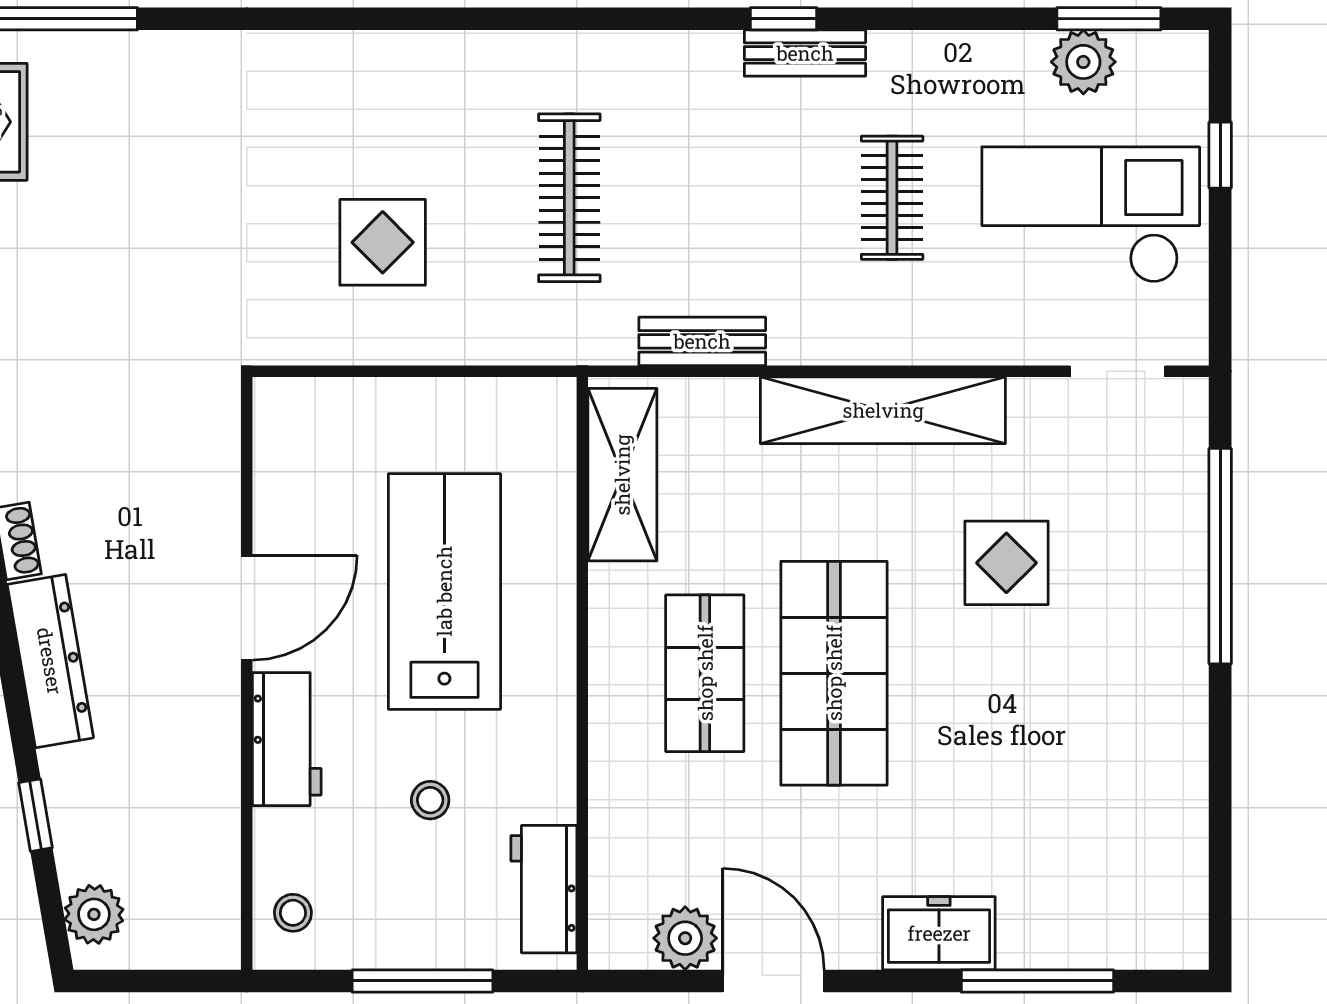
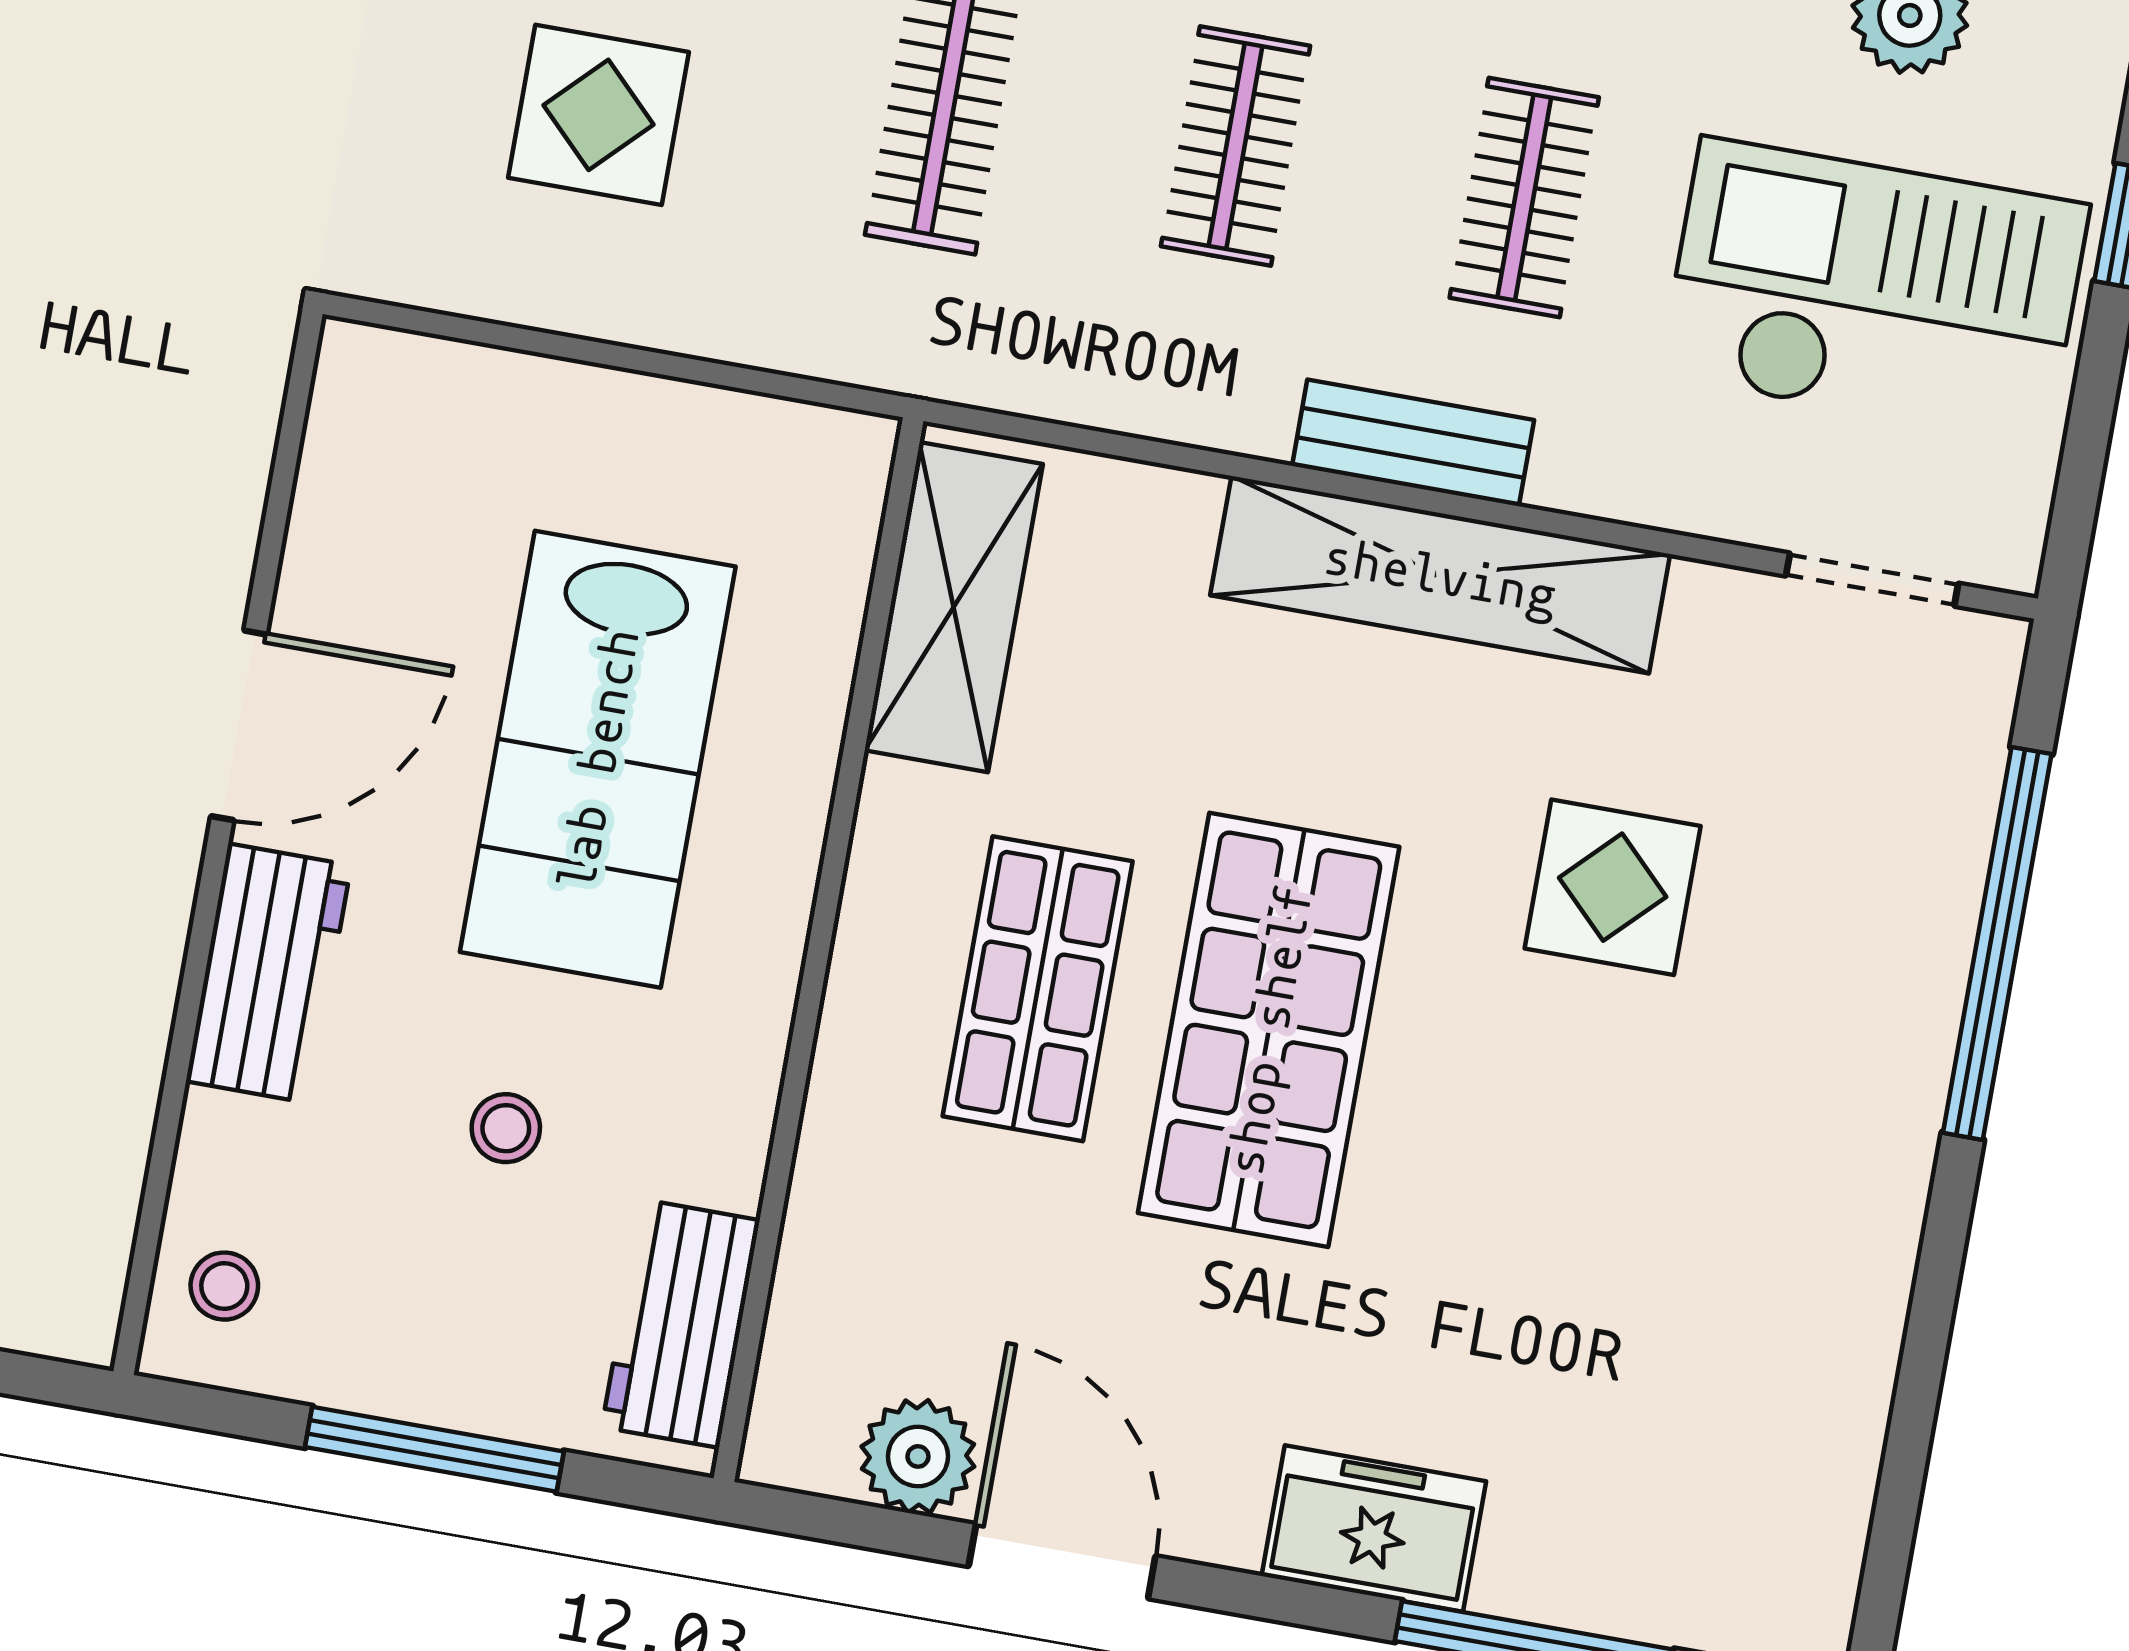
clothes rail: (731, 198) -> (1235, 146), added
bench: (702, 341) -> (1413, 443), moved
lab bench: (444, 591) -> (598, 759), turned 180

